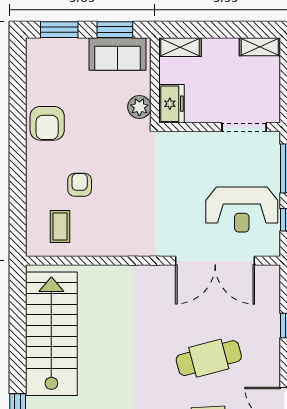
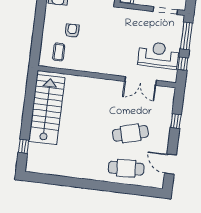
reception desk: (242, 209) -> (158, 55), turned 180
double door: (215, 261) -> (140, 81), width x0.73

